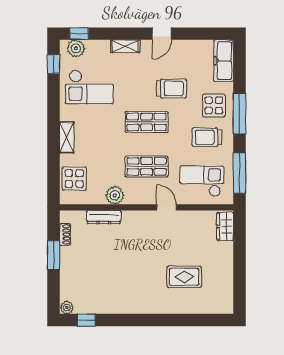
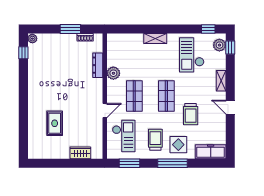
window: (239, 173) -> (129, 163), width x0.69
display table: (74, 179) -> (126, 44), removed
wardrobe: (225, 226) -> (80, 153), moved

